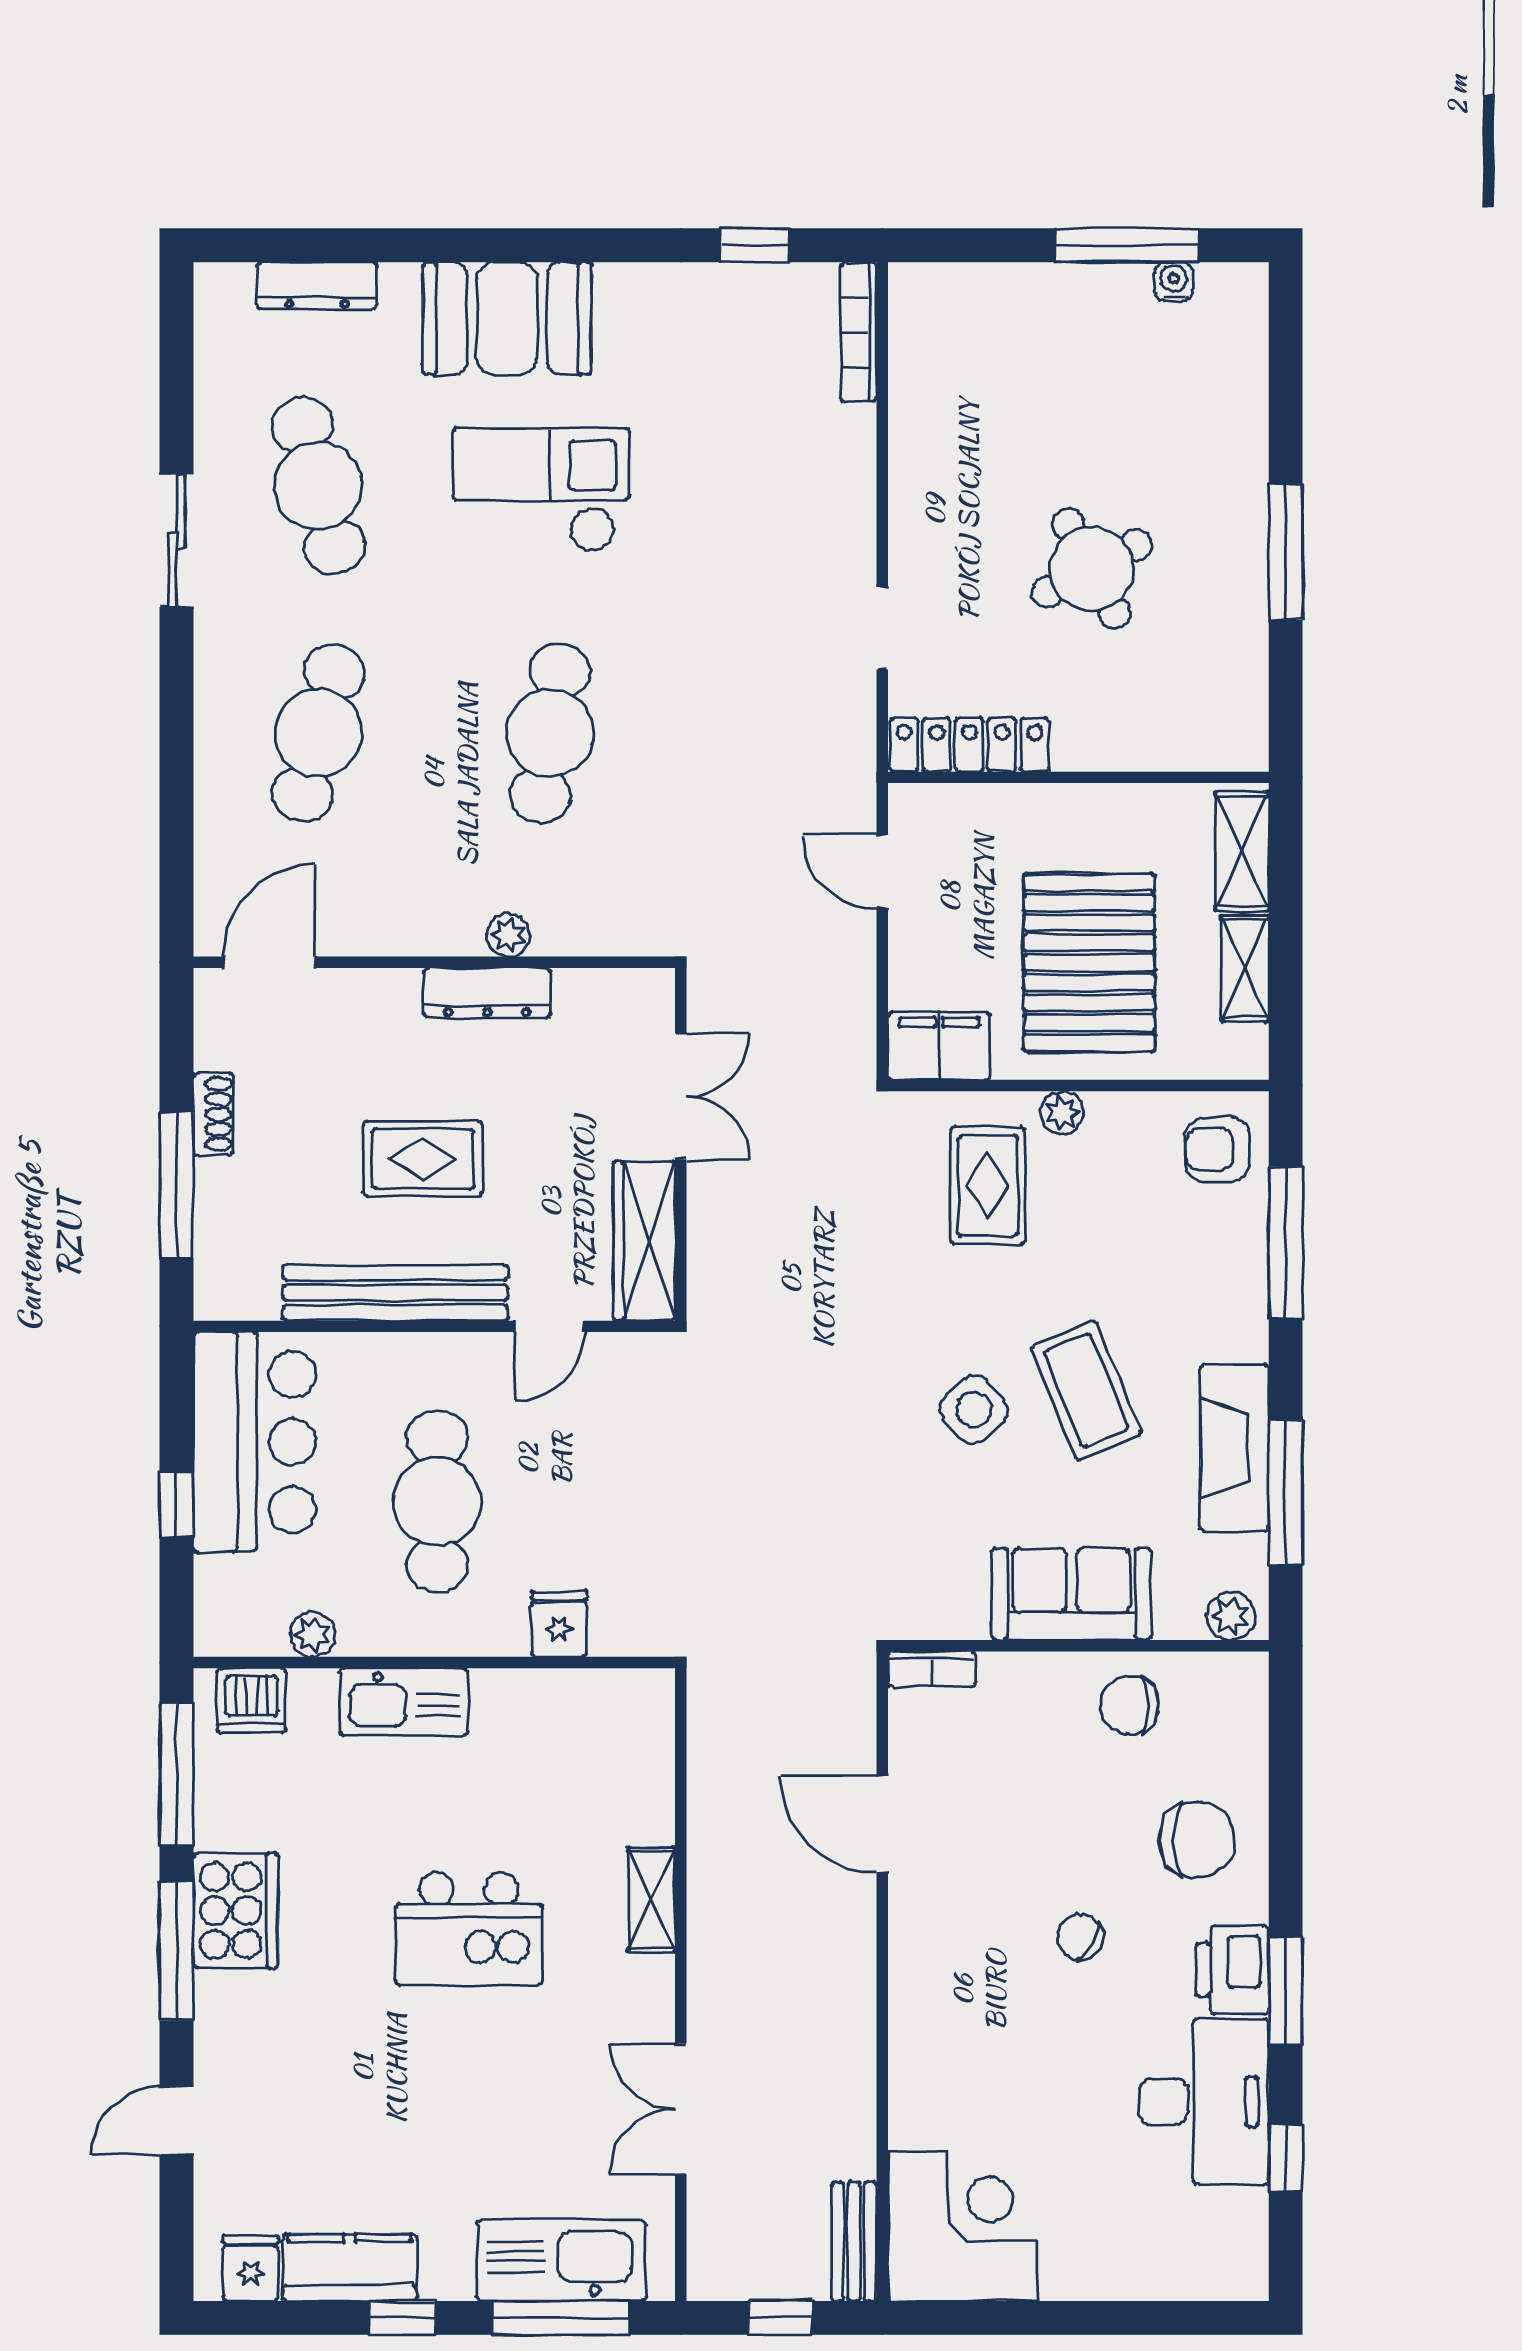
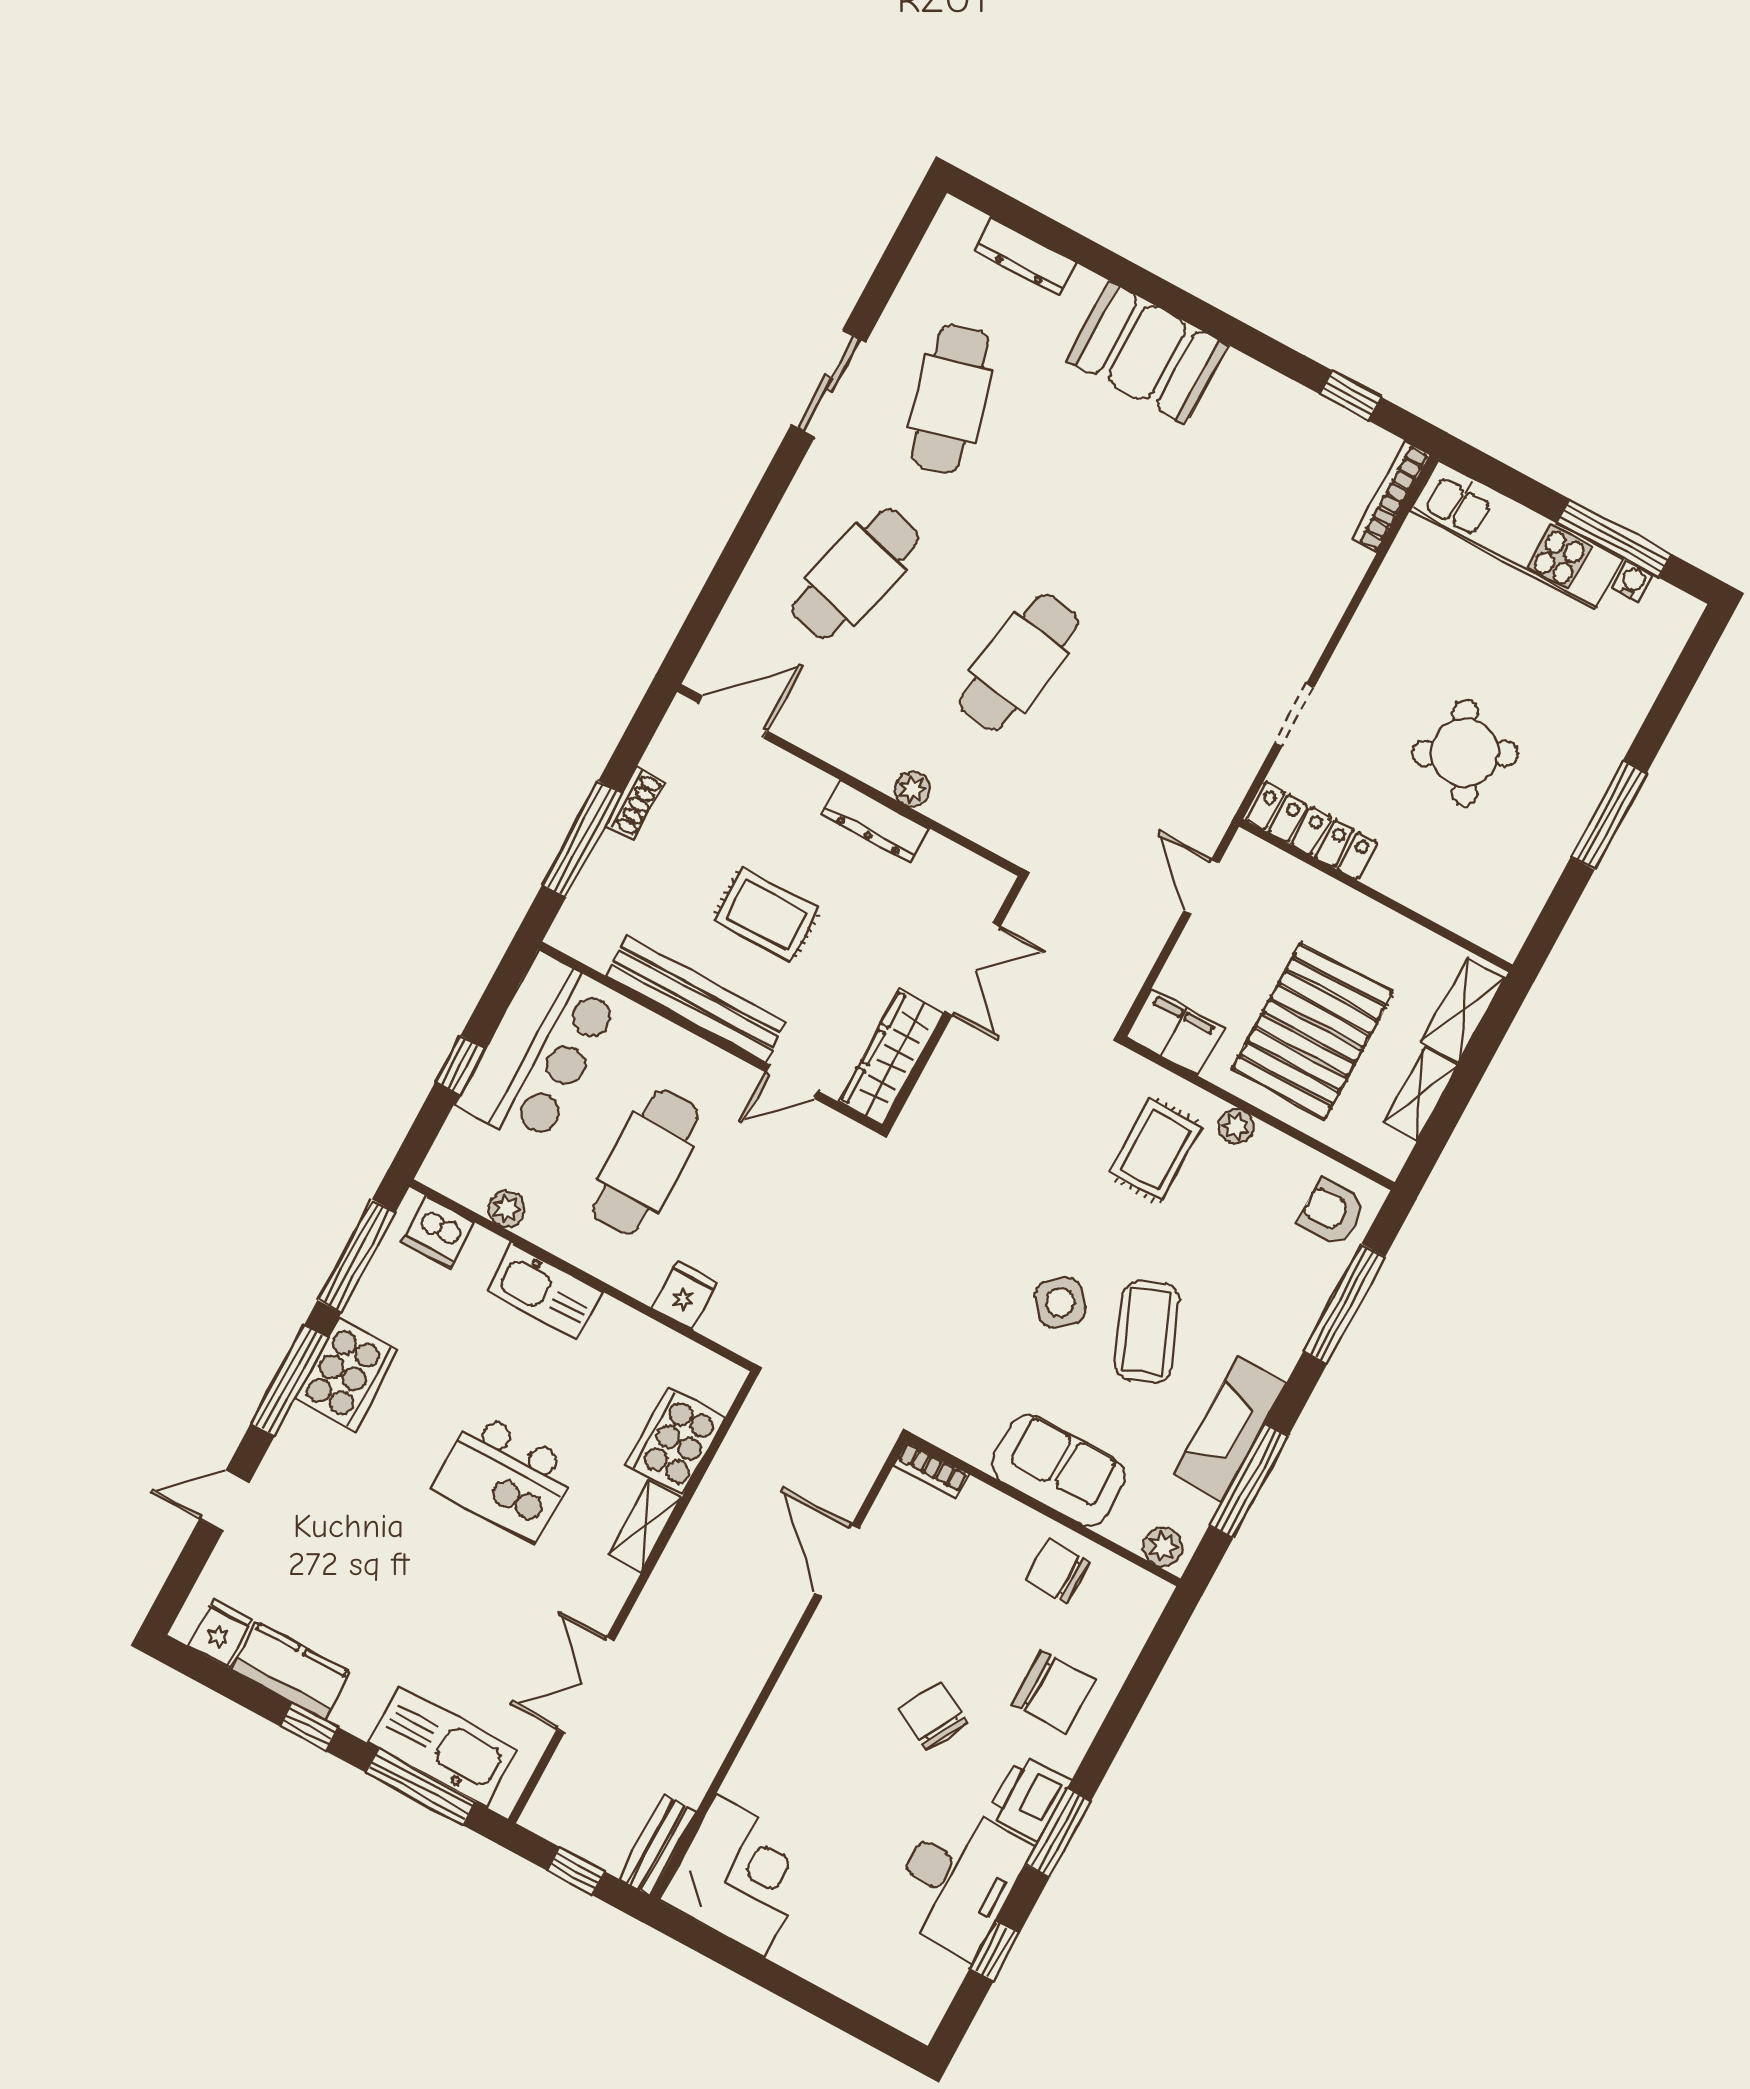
kitchen unit: (1019, 299) -> (1517, 535), added
checkout: (541, 490) -> (1106, 487), removed
cooker: (635, 1788) -> (676, 1441), added
chair: (1080, 1937) -> (934, 1716), width x1.37, depth x1.37

